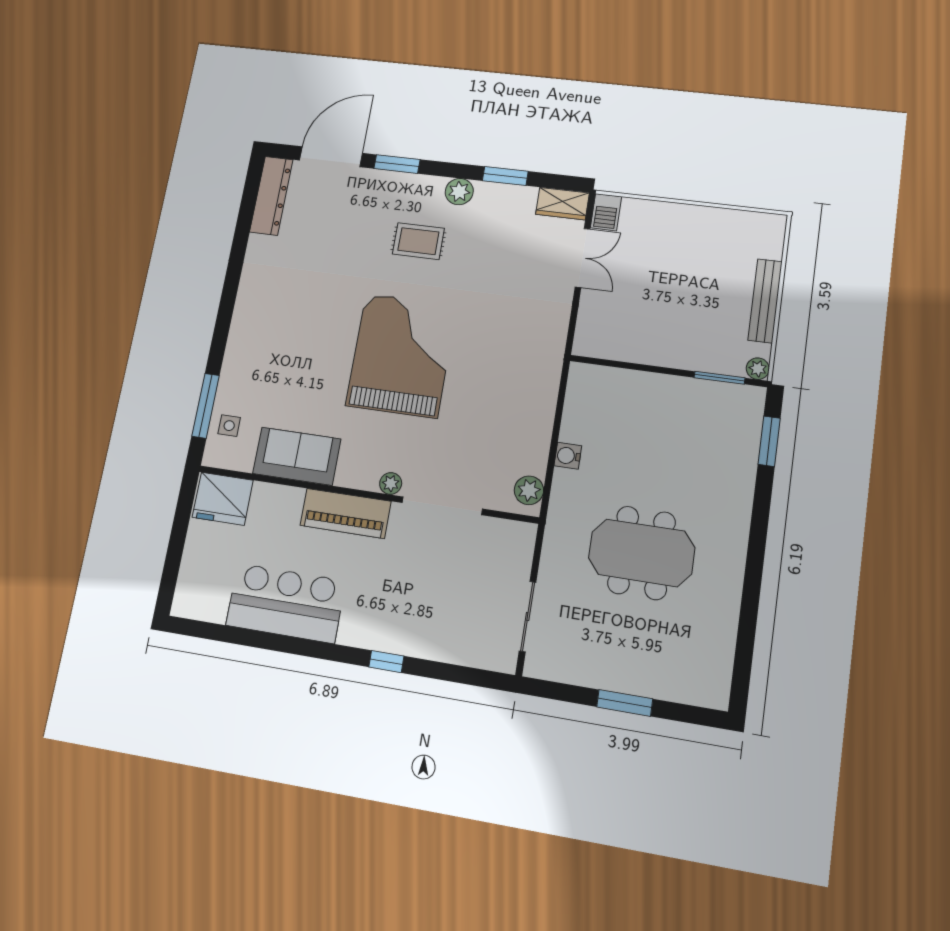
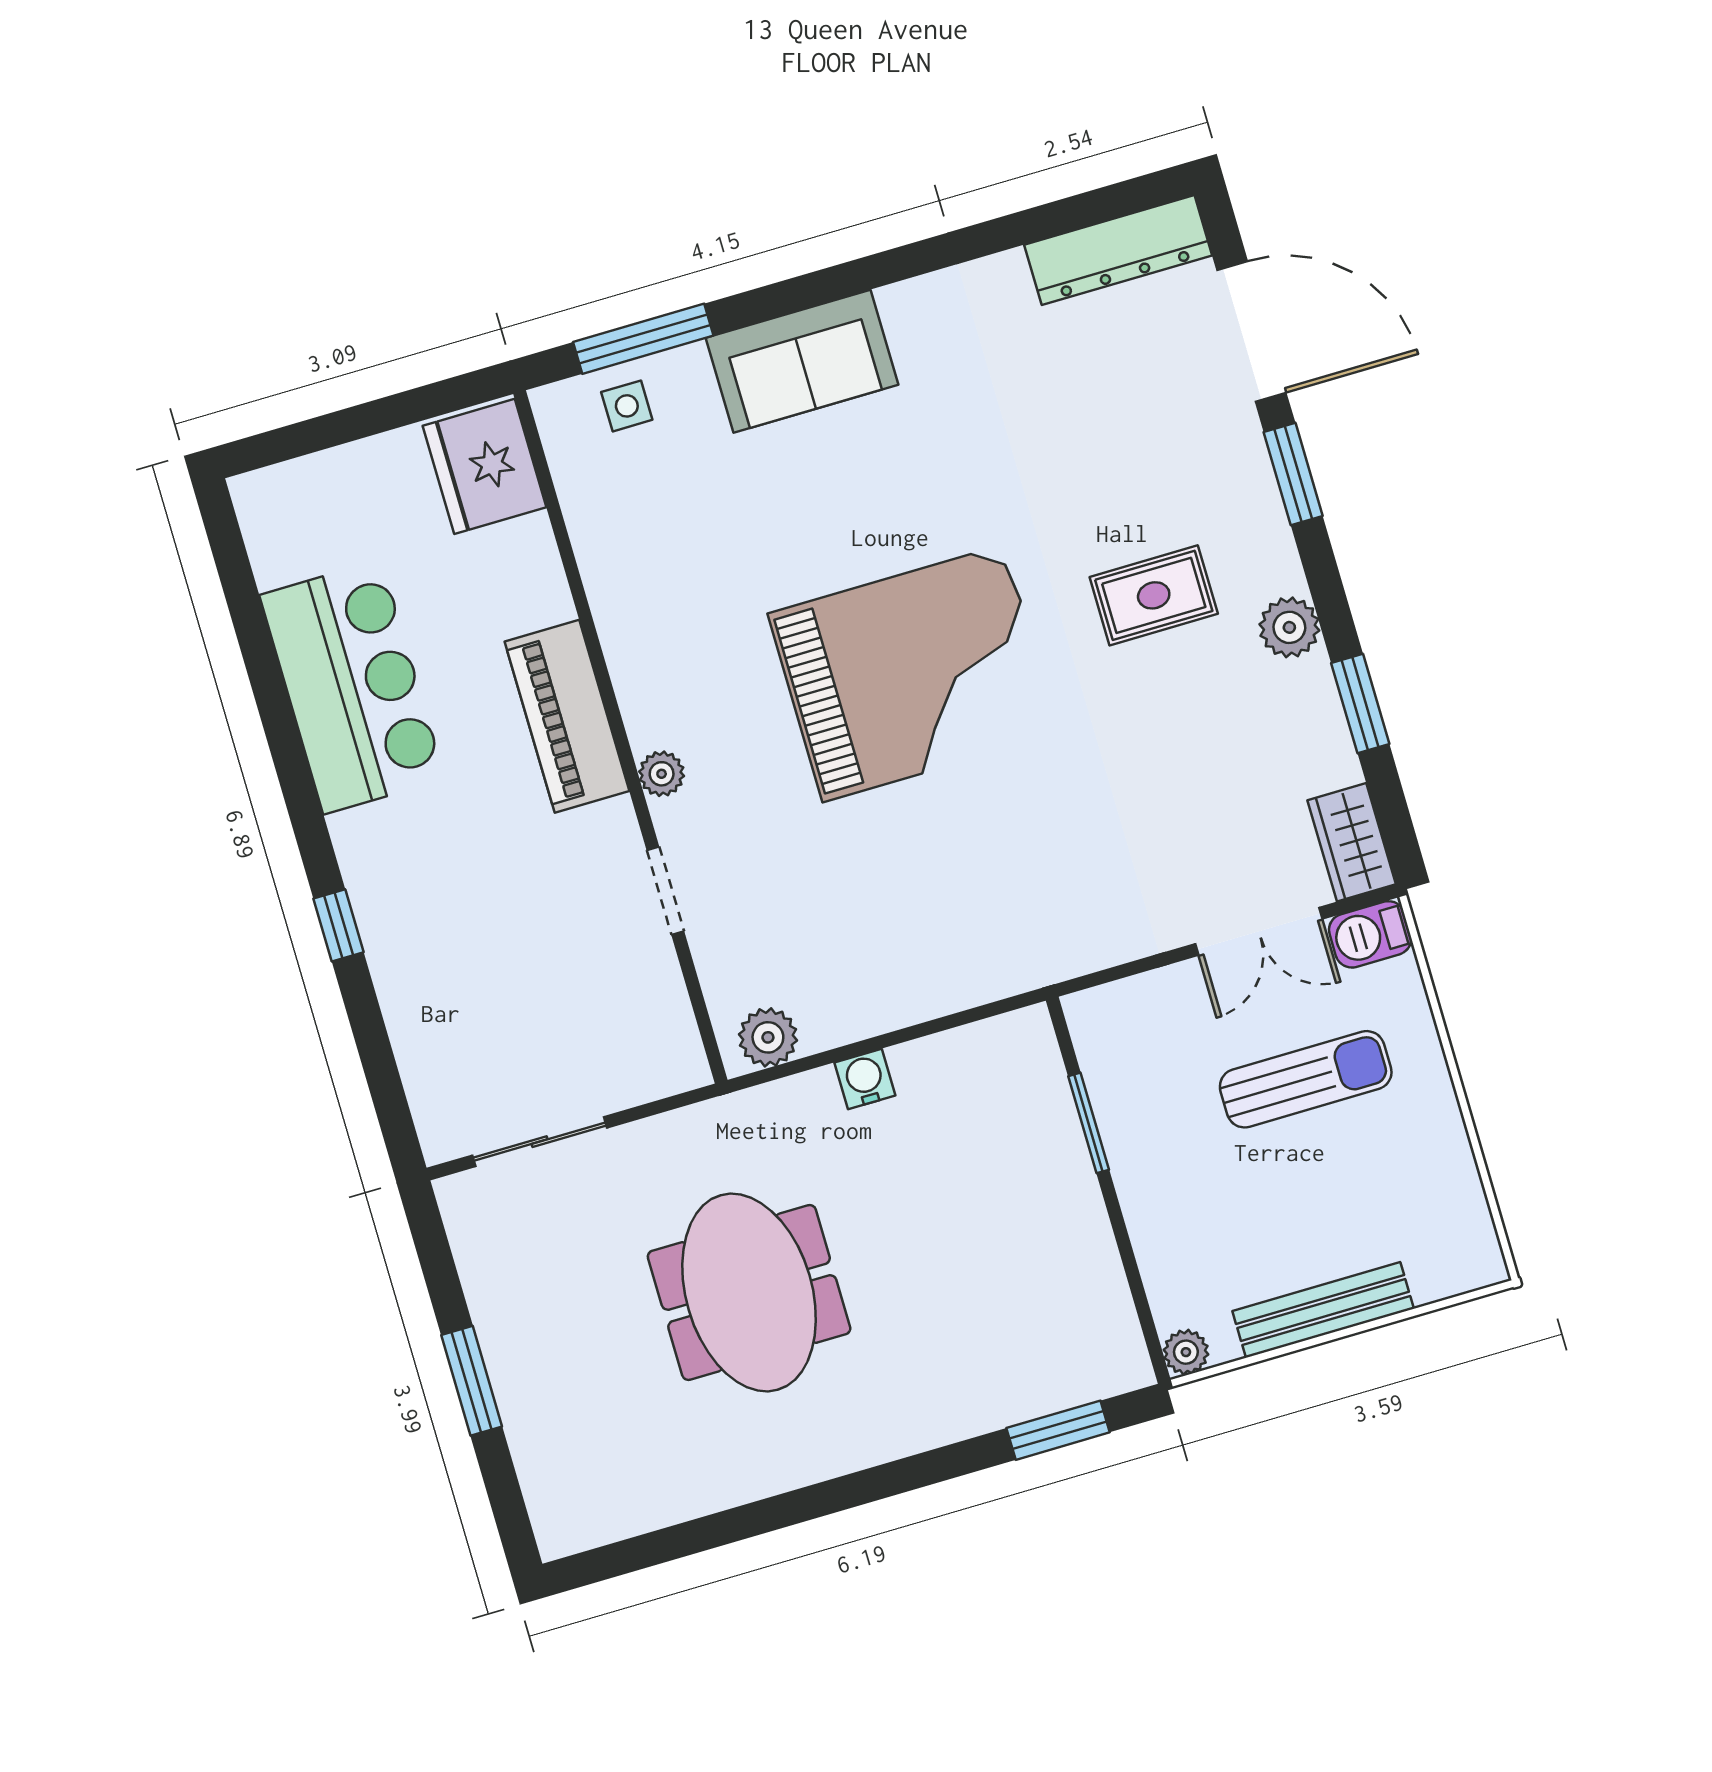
rug: (418, 241) -> (1154, 595), turned 90
sun lounger: (657, 265) -> (1306, 1079), added
window: (719, 378) -> (1089, 1123), moved
sofa: (297, 456) -> (802, 361), moved, turned 90
doorway: (442, 506) -> (665, 891), width x0.53

